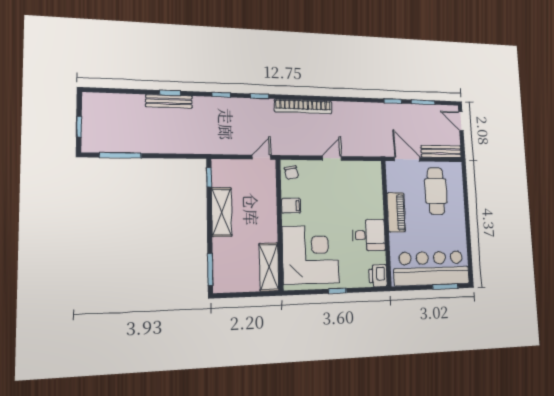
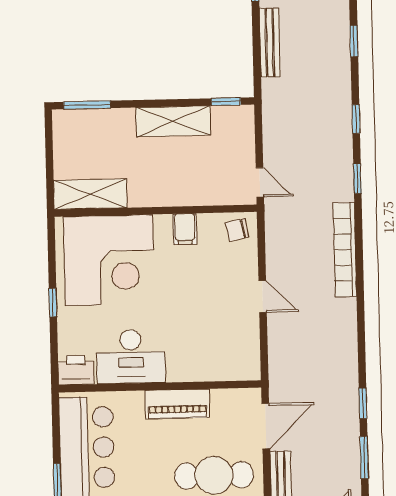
bench: (169, 101) -> (270, 42), moved
desk: (369, 235) -> (131, 357), width x1.37

